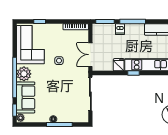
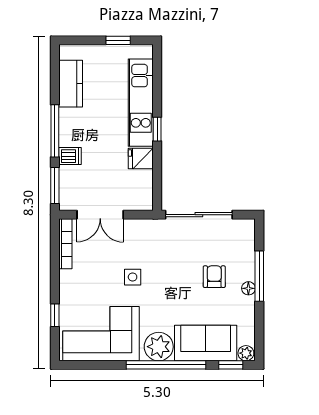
double door: (90, 55) -> (100, 215), moved
armchair: (59, 102) -> (214, 277), added

